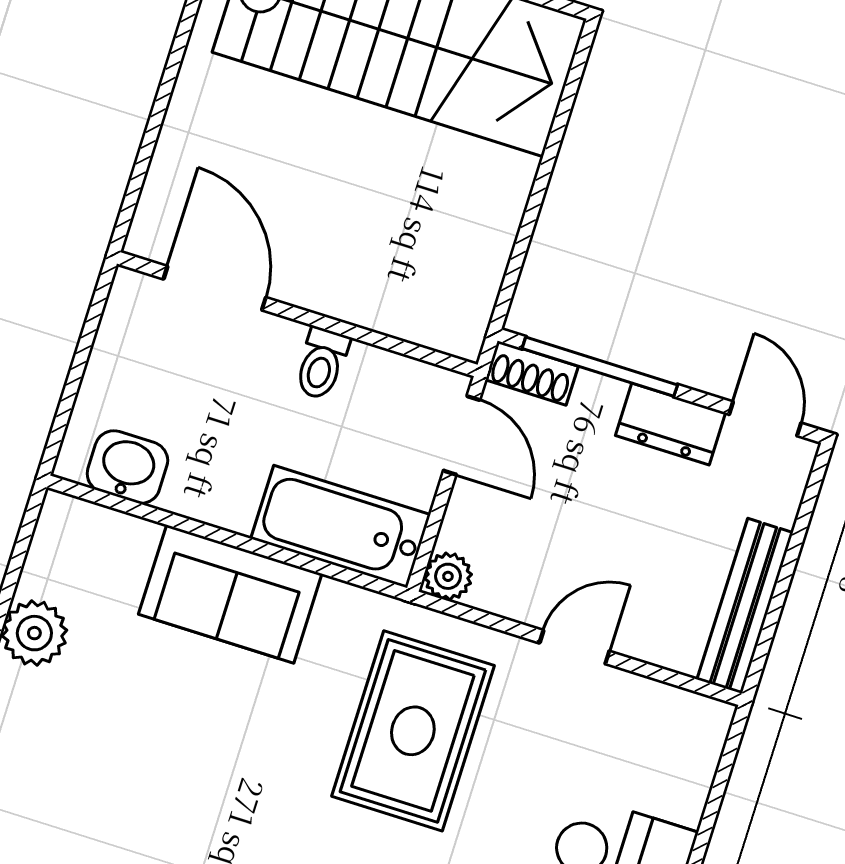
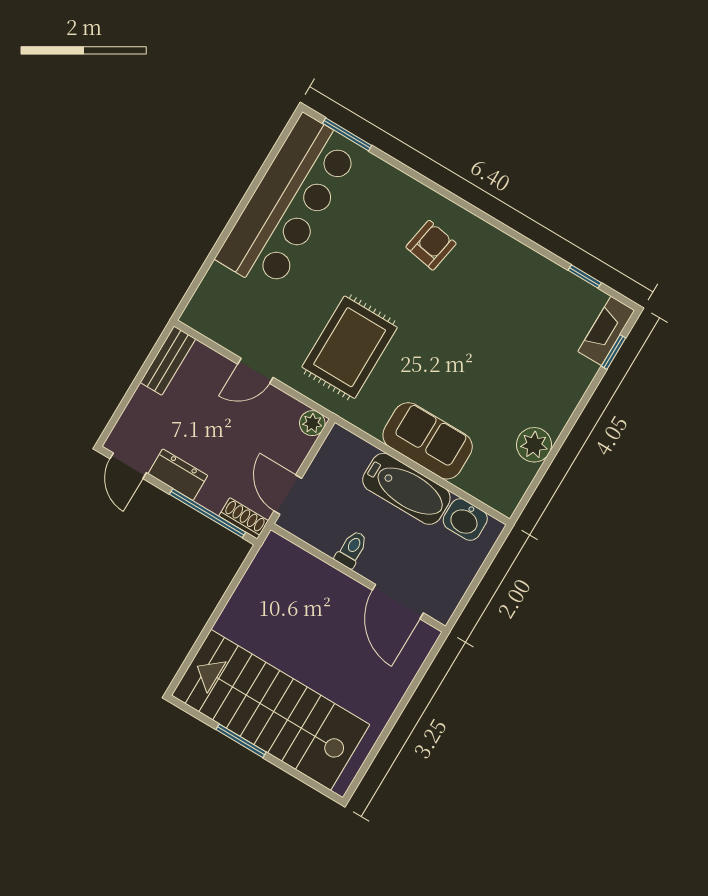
bathtub: (341, 527) -> (406, 489), moved
bench: (745, 606) -> (168, 361), width x0.73

